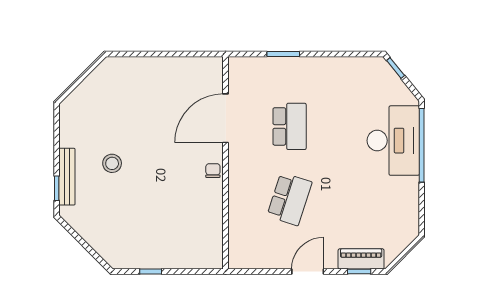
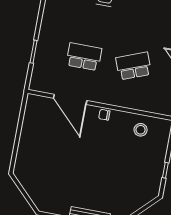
stool: (112, 163) -> (141, 130), moved
school desk: (290, 199) -> (134, 66), turned -39

